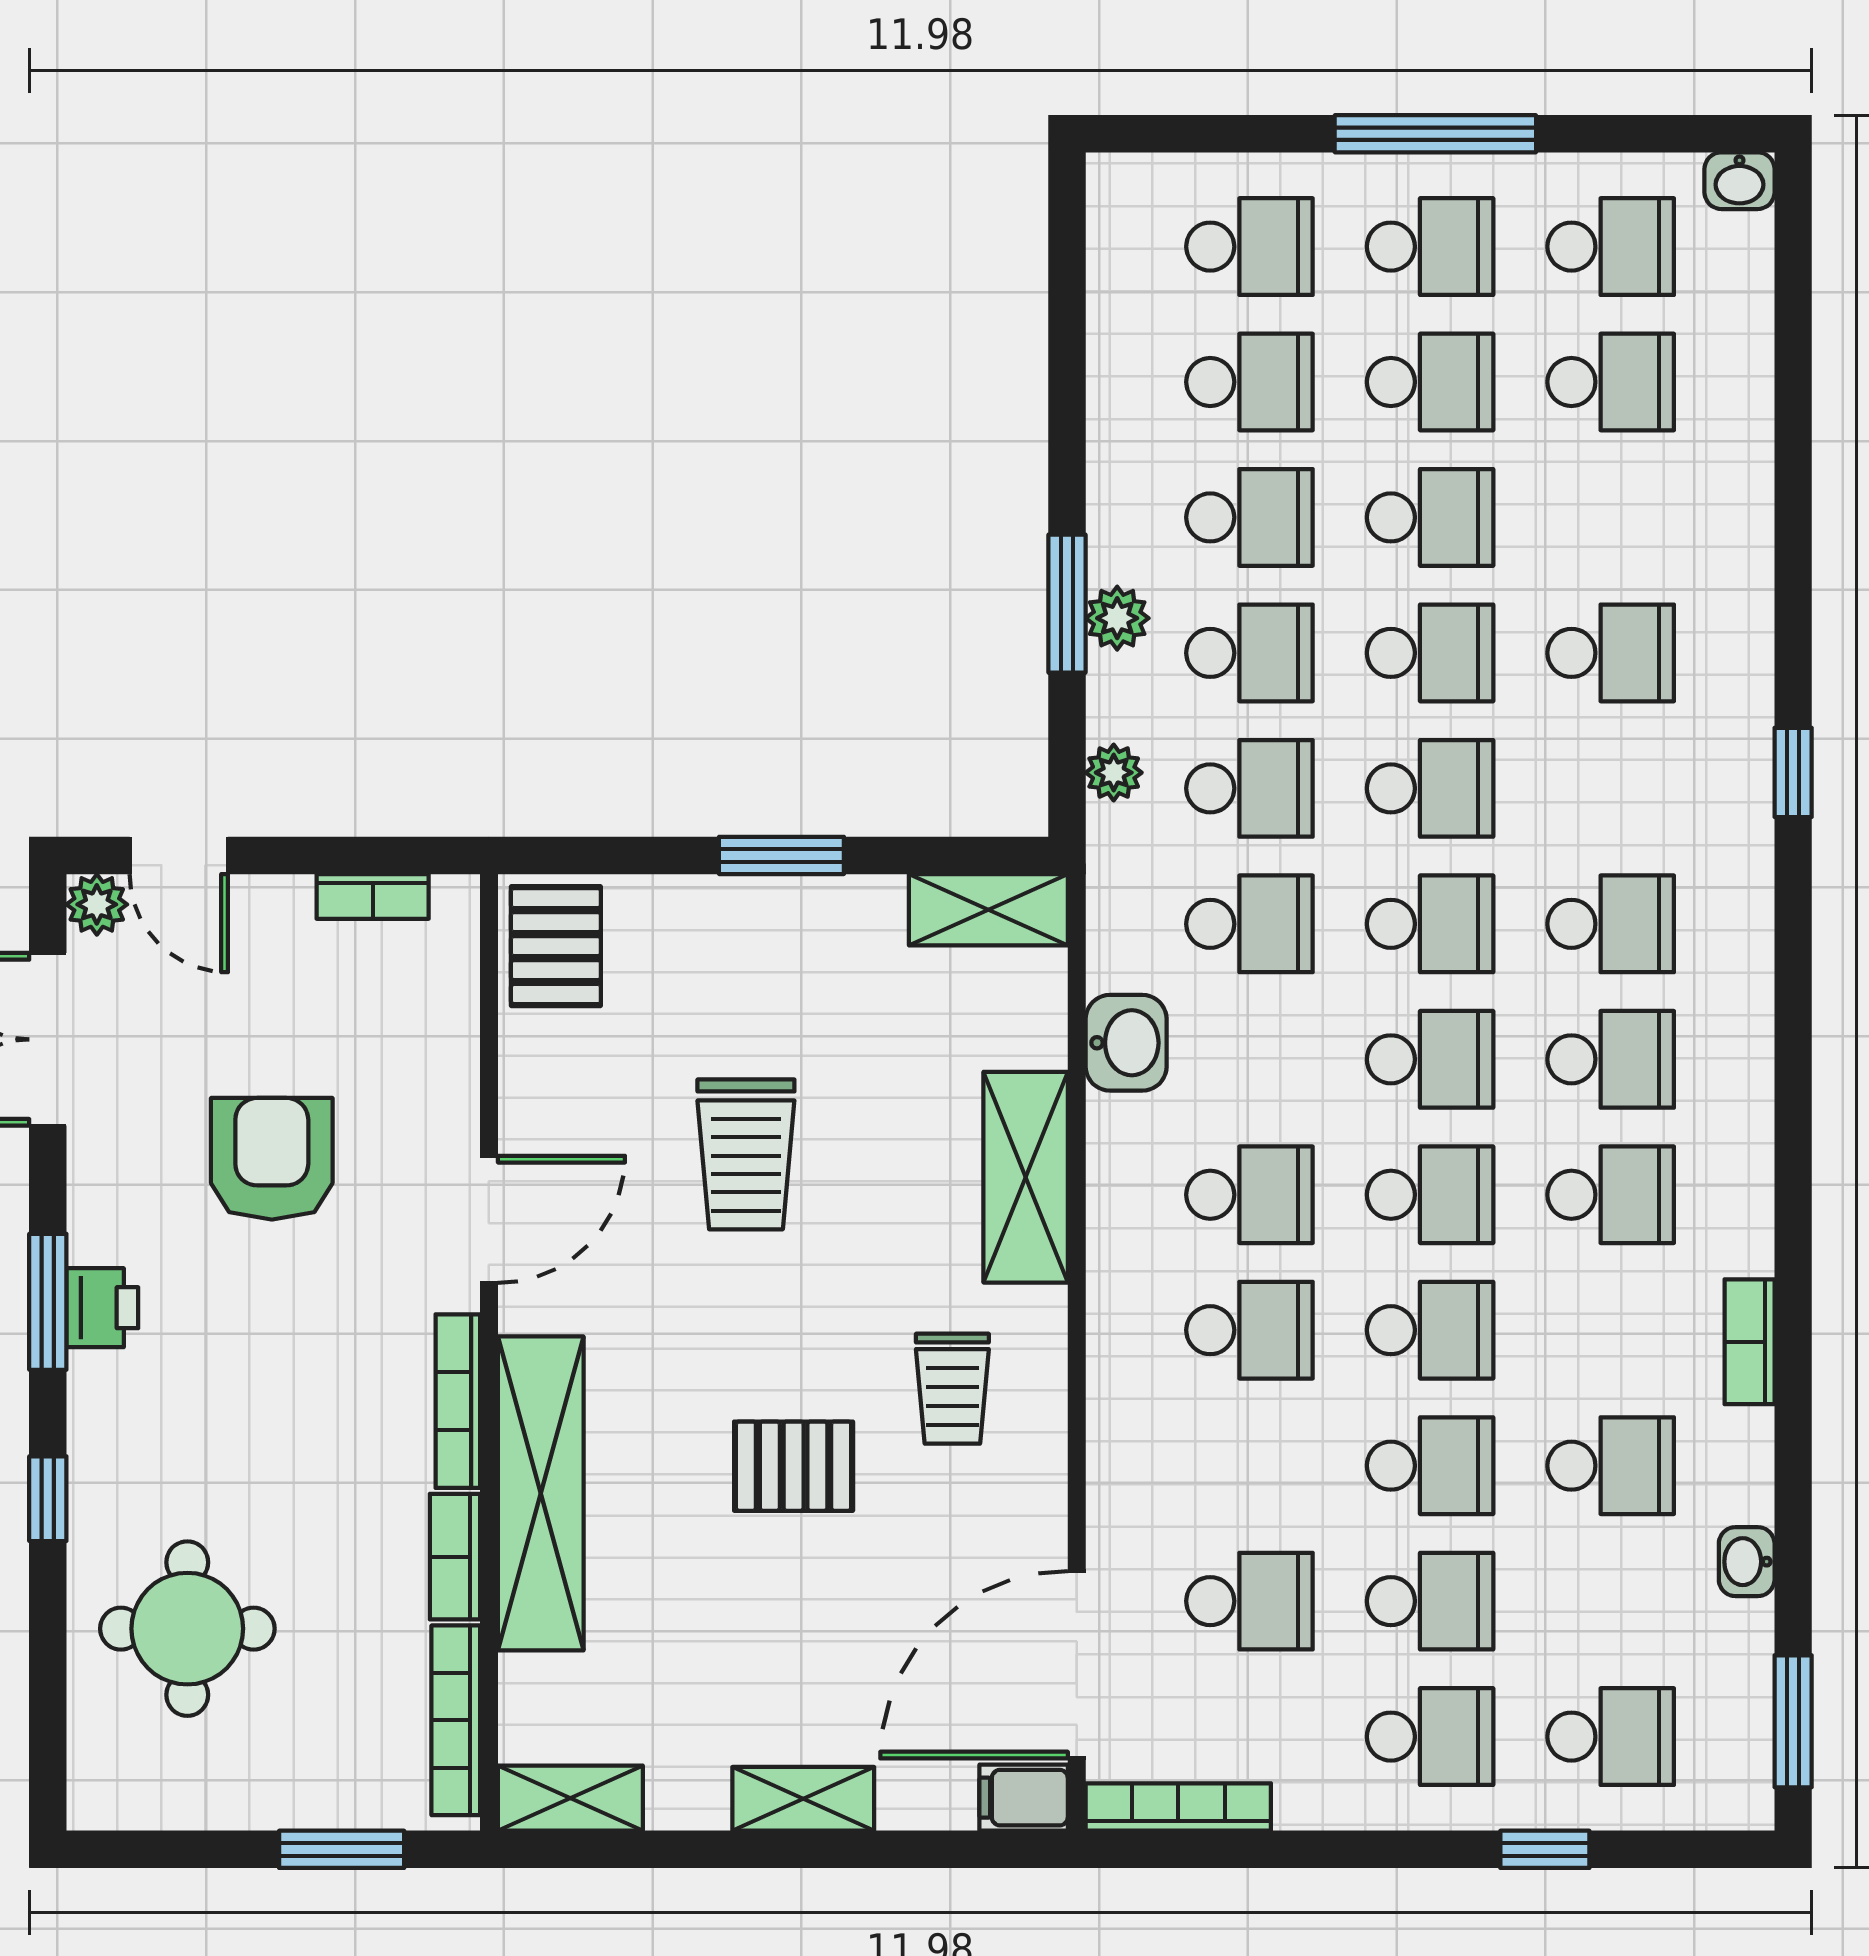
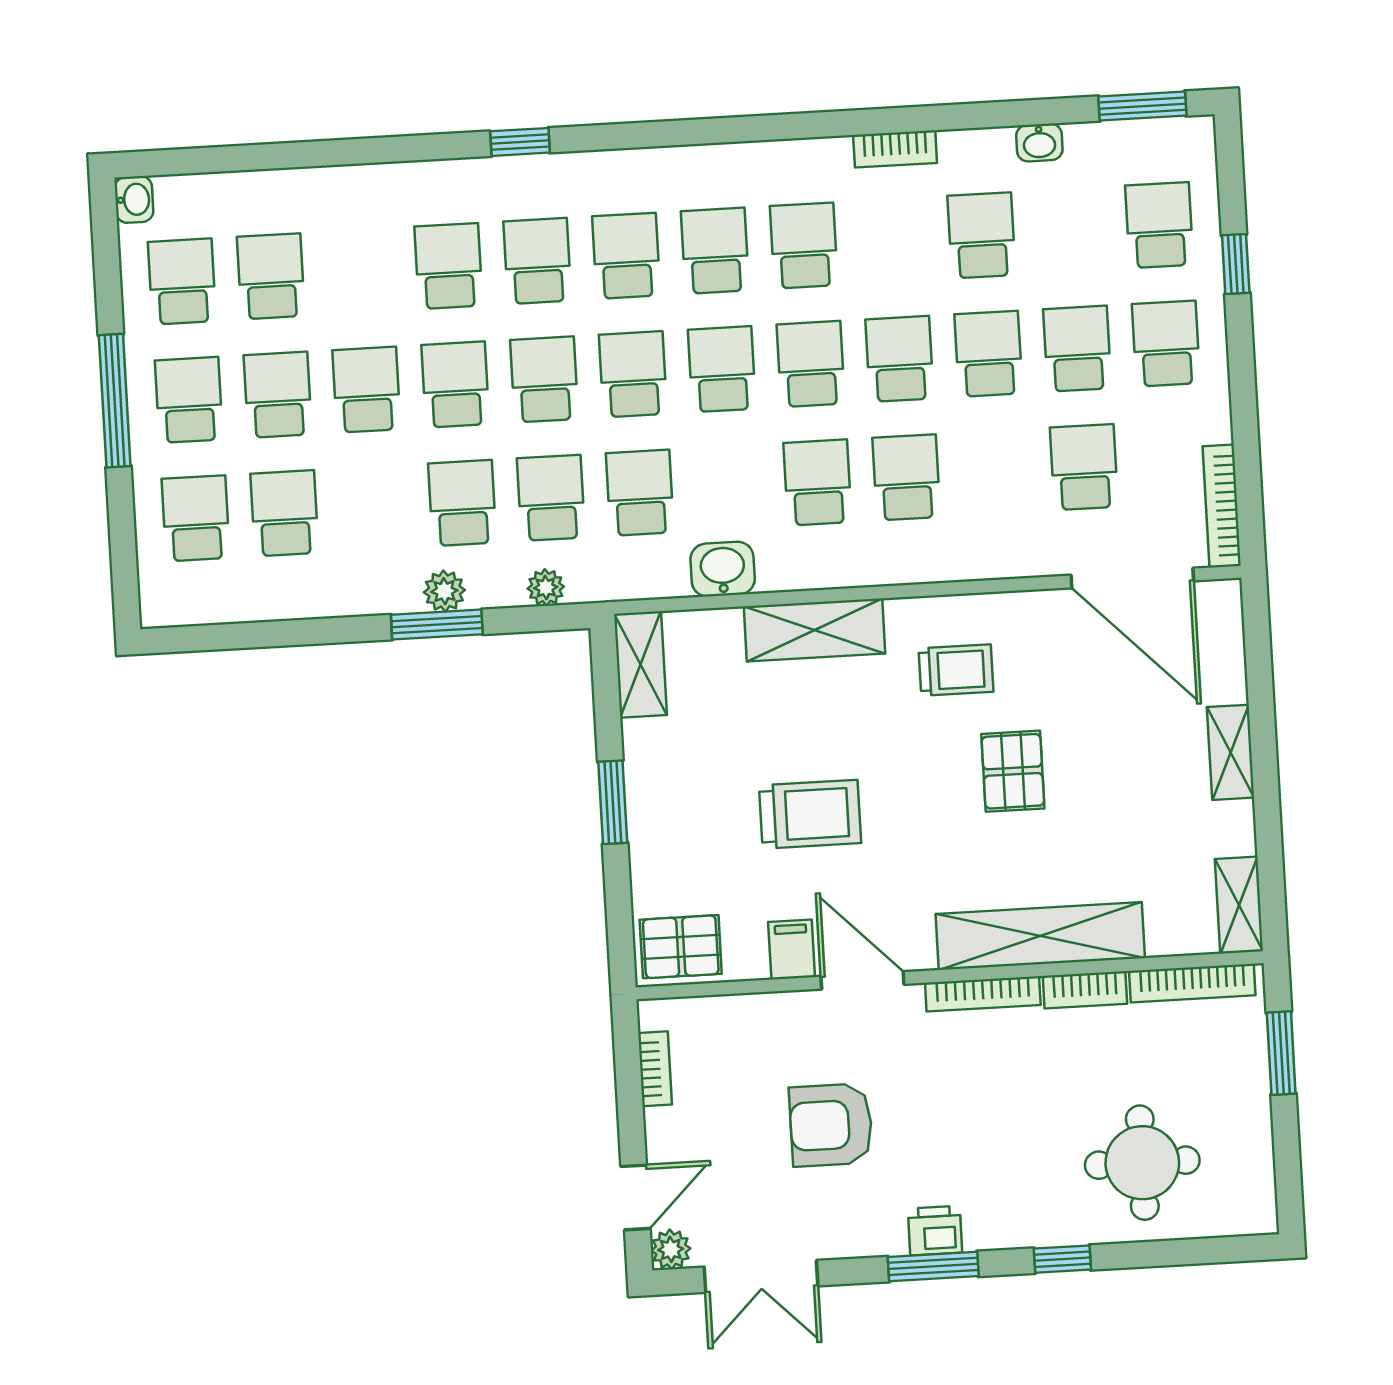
school desk: (1249, 517) -> (537, 261), moved
filing cabinet: (1024, 1798) -> (792, 949), moved, turned 180

